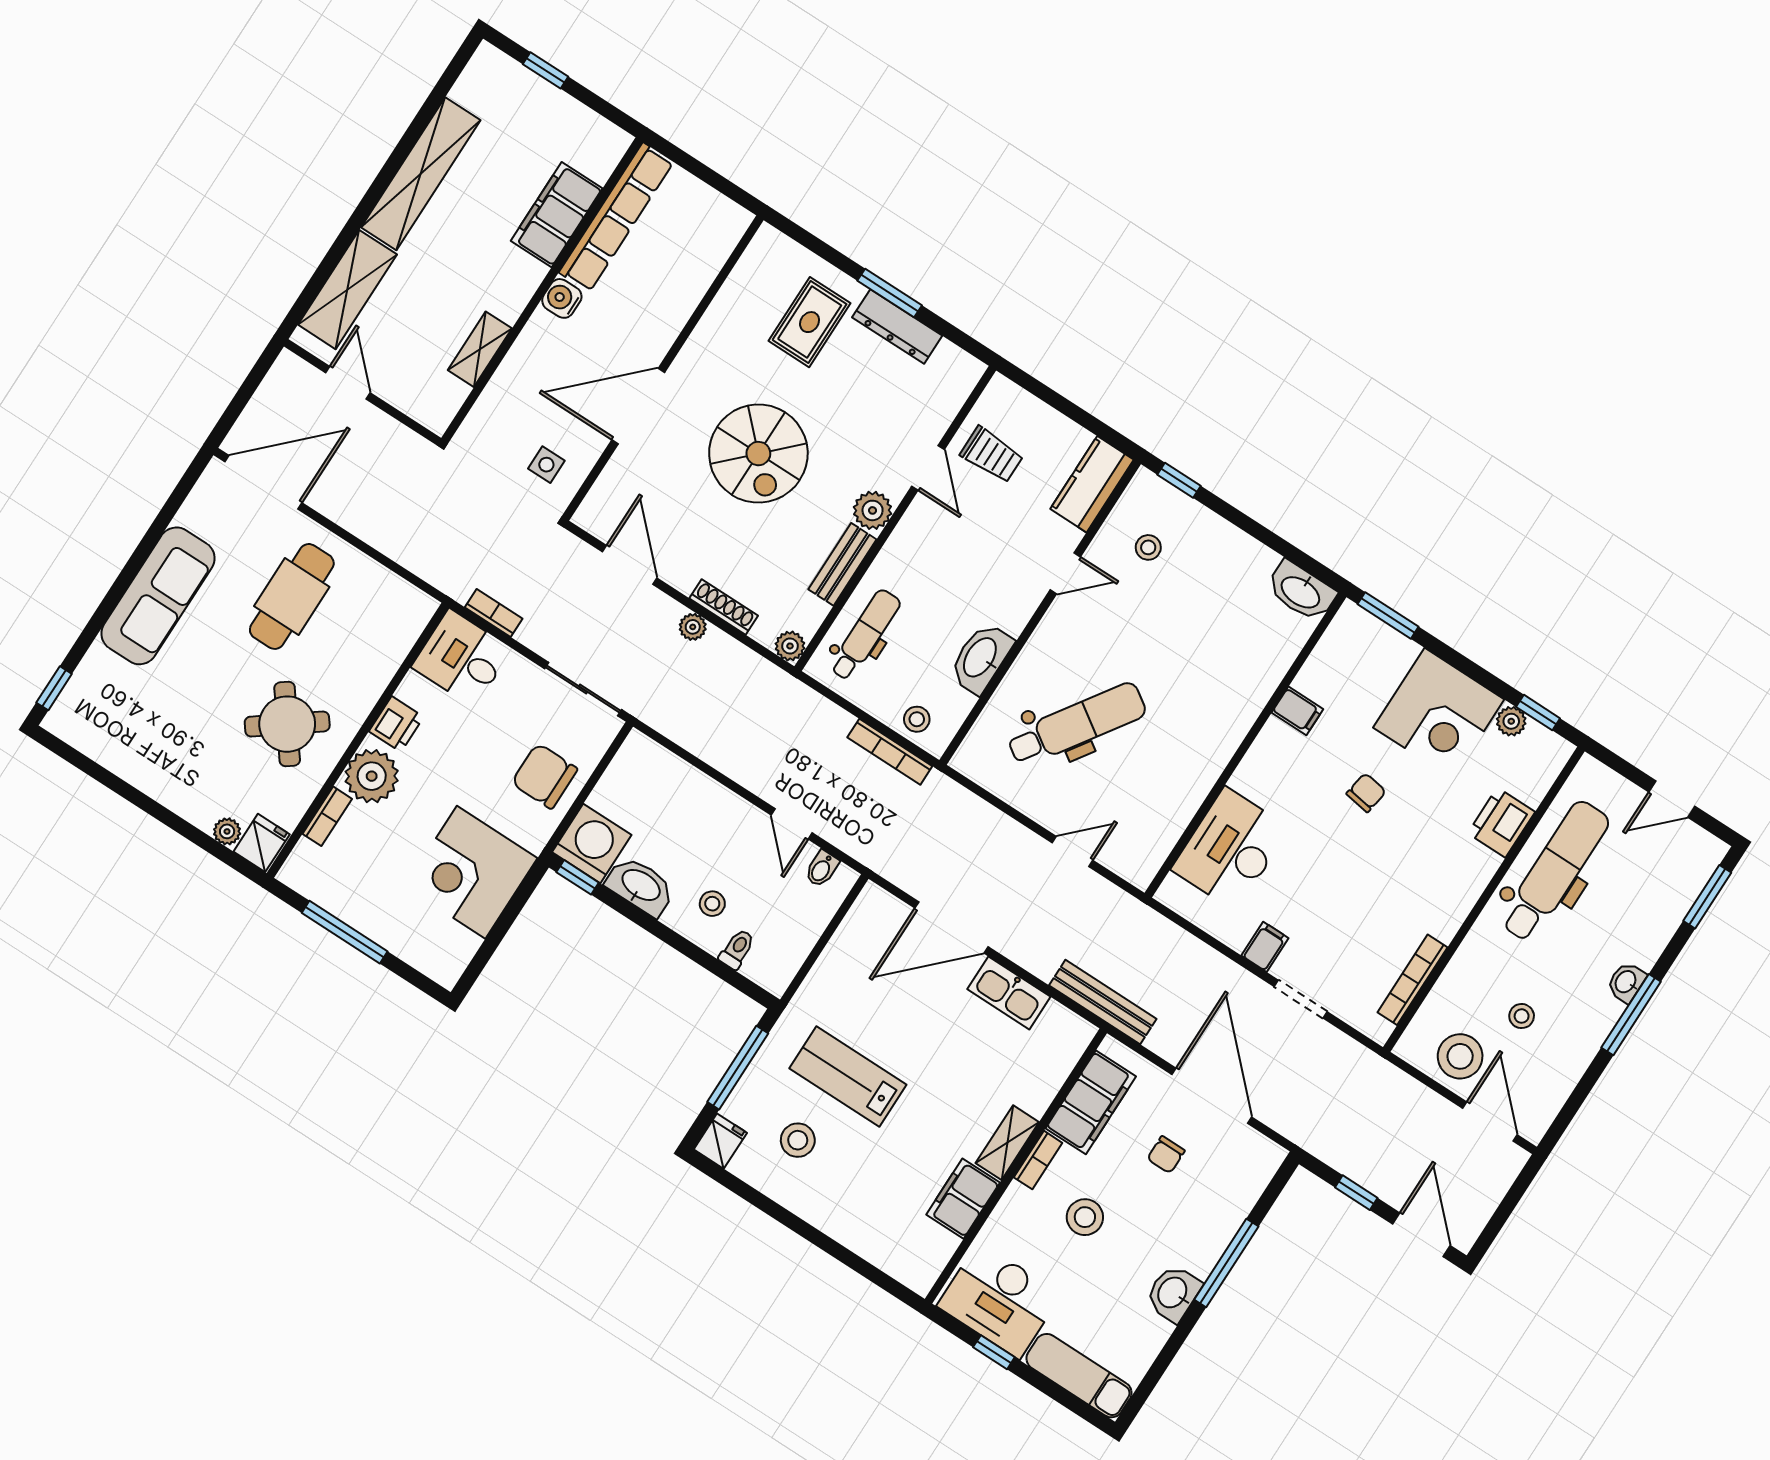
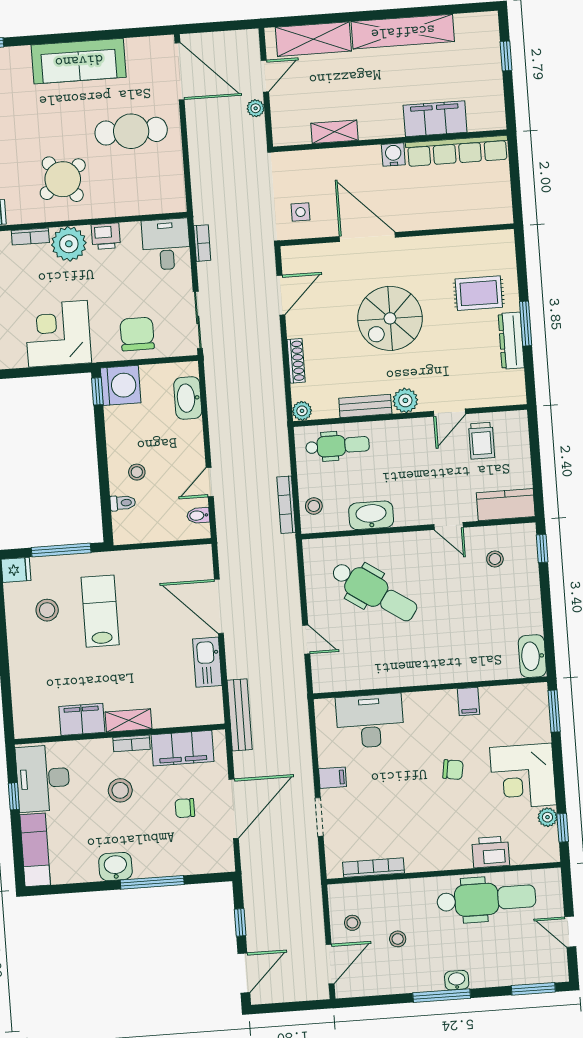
plant: (693, 627) -> (256, 108), moved
washbasin: (640, 886) -> (188, 398), moved, turned 180
stool: (1460, 1056) -> (352, 923), width x0.53, depth x0.53

